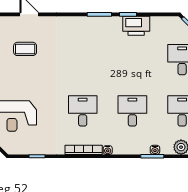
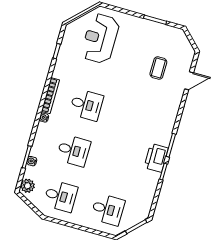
printer: (136, 26) -> (156, 158), moved

